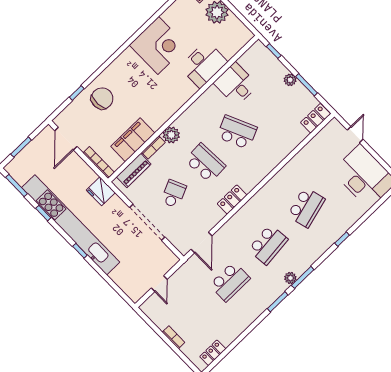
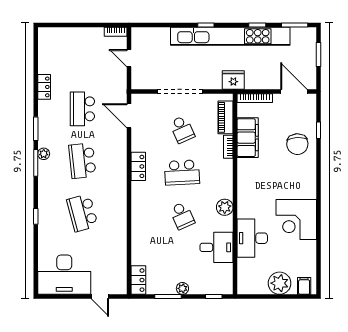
school desk: (237, 132) -> (182, 216), width x0.54
plant: (171, 135) -> (225, 207), moved
bookcase: (174, 337) -> (116, 32), moved
locker: (213, 353) -> (44, 87), moved

